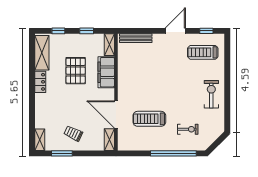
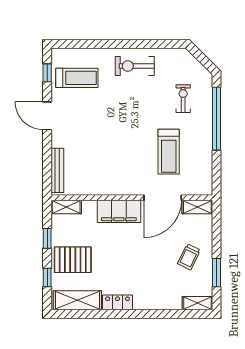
treadmill: (203, 52) -> (77, 78), turned -90
pallet: (76, 71) -> (73, 260), moved
filing cabinet: (106, 72) -> (119, 211), moved

